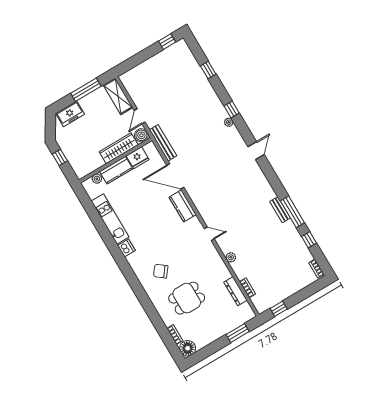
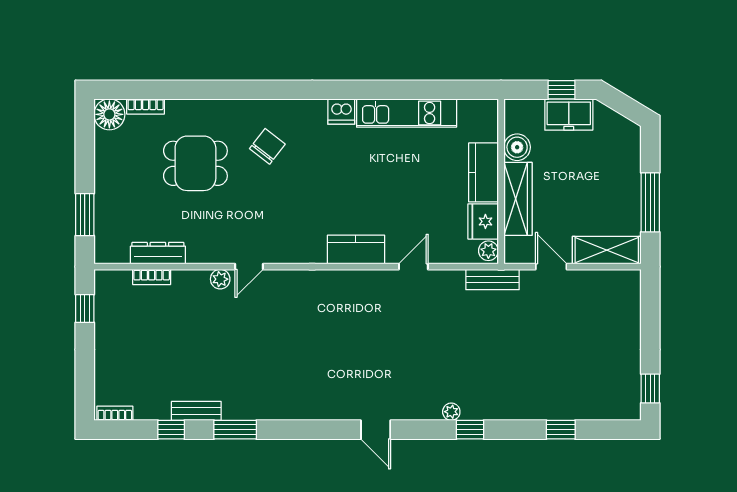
freezer: (70, 114) -> (569, 115), moved, turned -90
boiler: (141, 135) -> (517, 147), moved
bench: (163, 143) -> (492, 280), width x0.73
door: (175, 176) -> (413, 267), width x0.53
plant: (97, 179) -> (488, 251), moved
bench: (280, 210) -> (196, 411), moved
window: (292, 212) -> (235, 430), width x0.69
door: (209, 234) -> (249, 267), moved
dining table: (187, 298) -> (195, 163), turned 90

